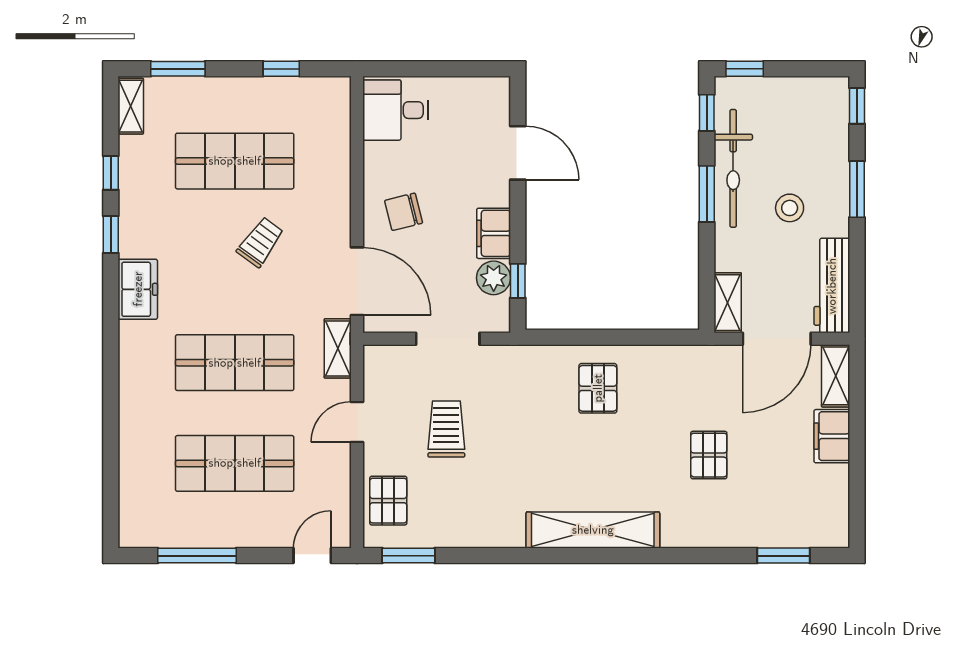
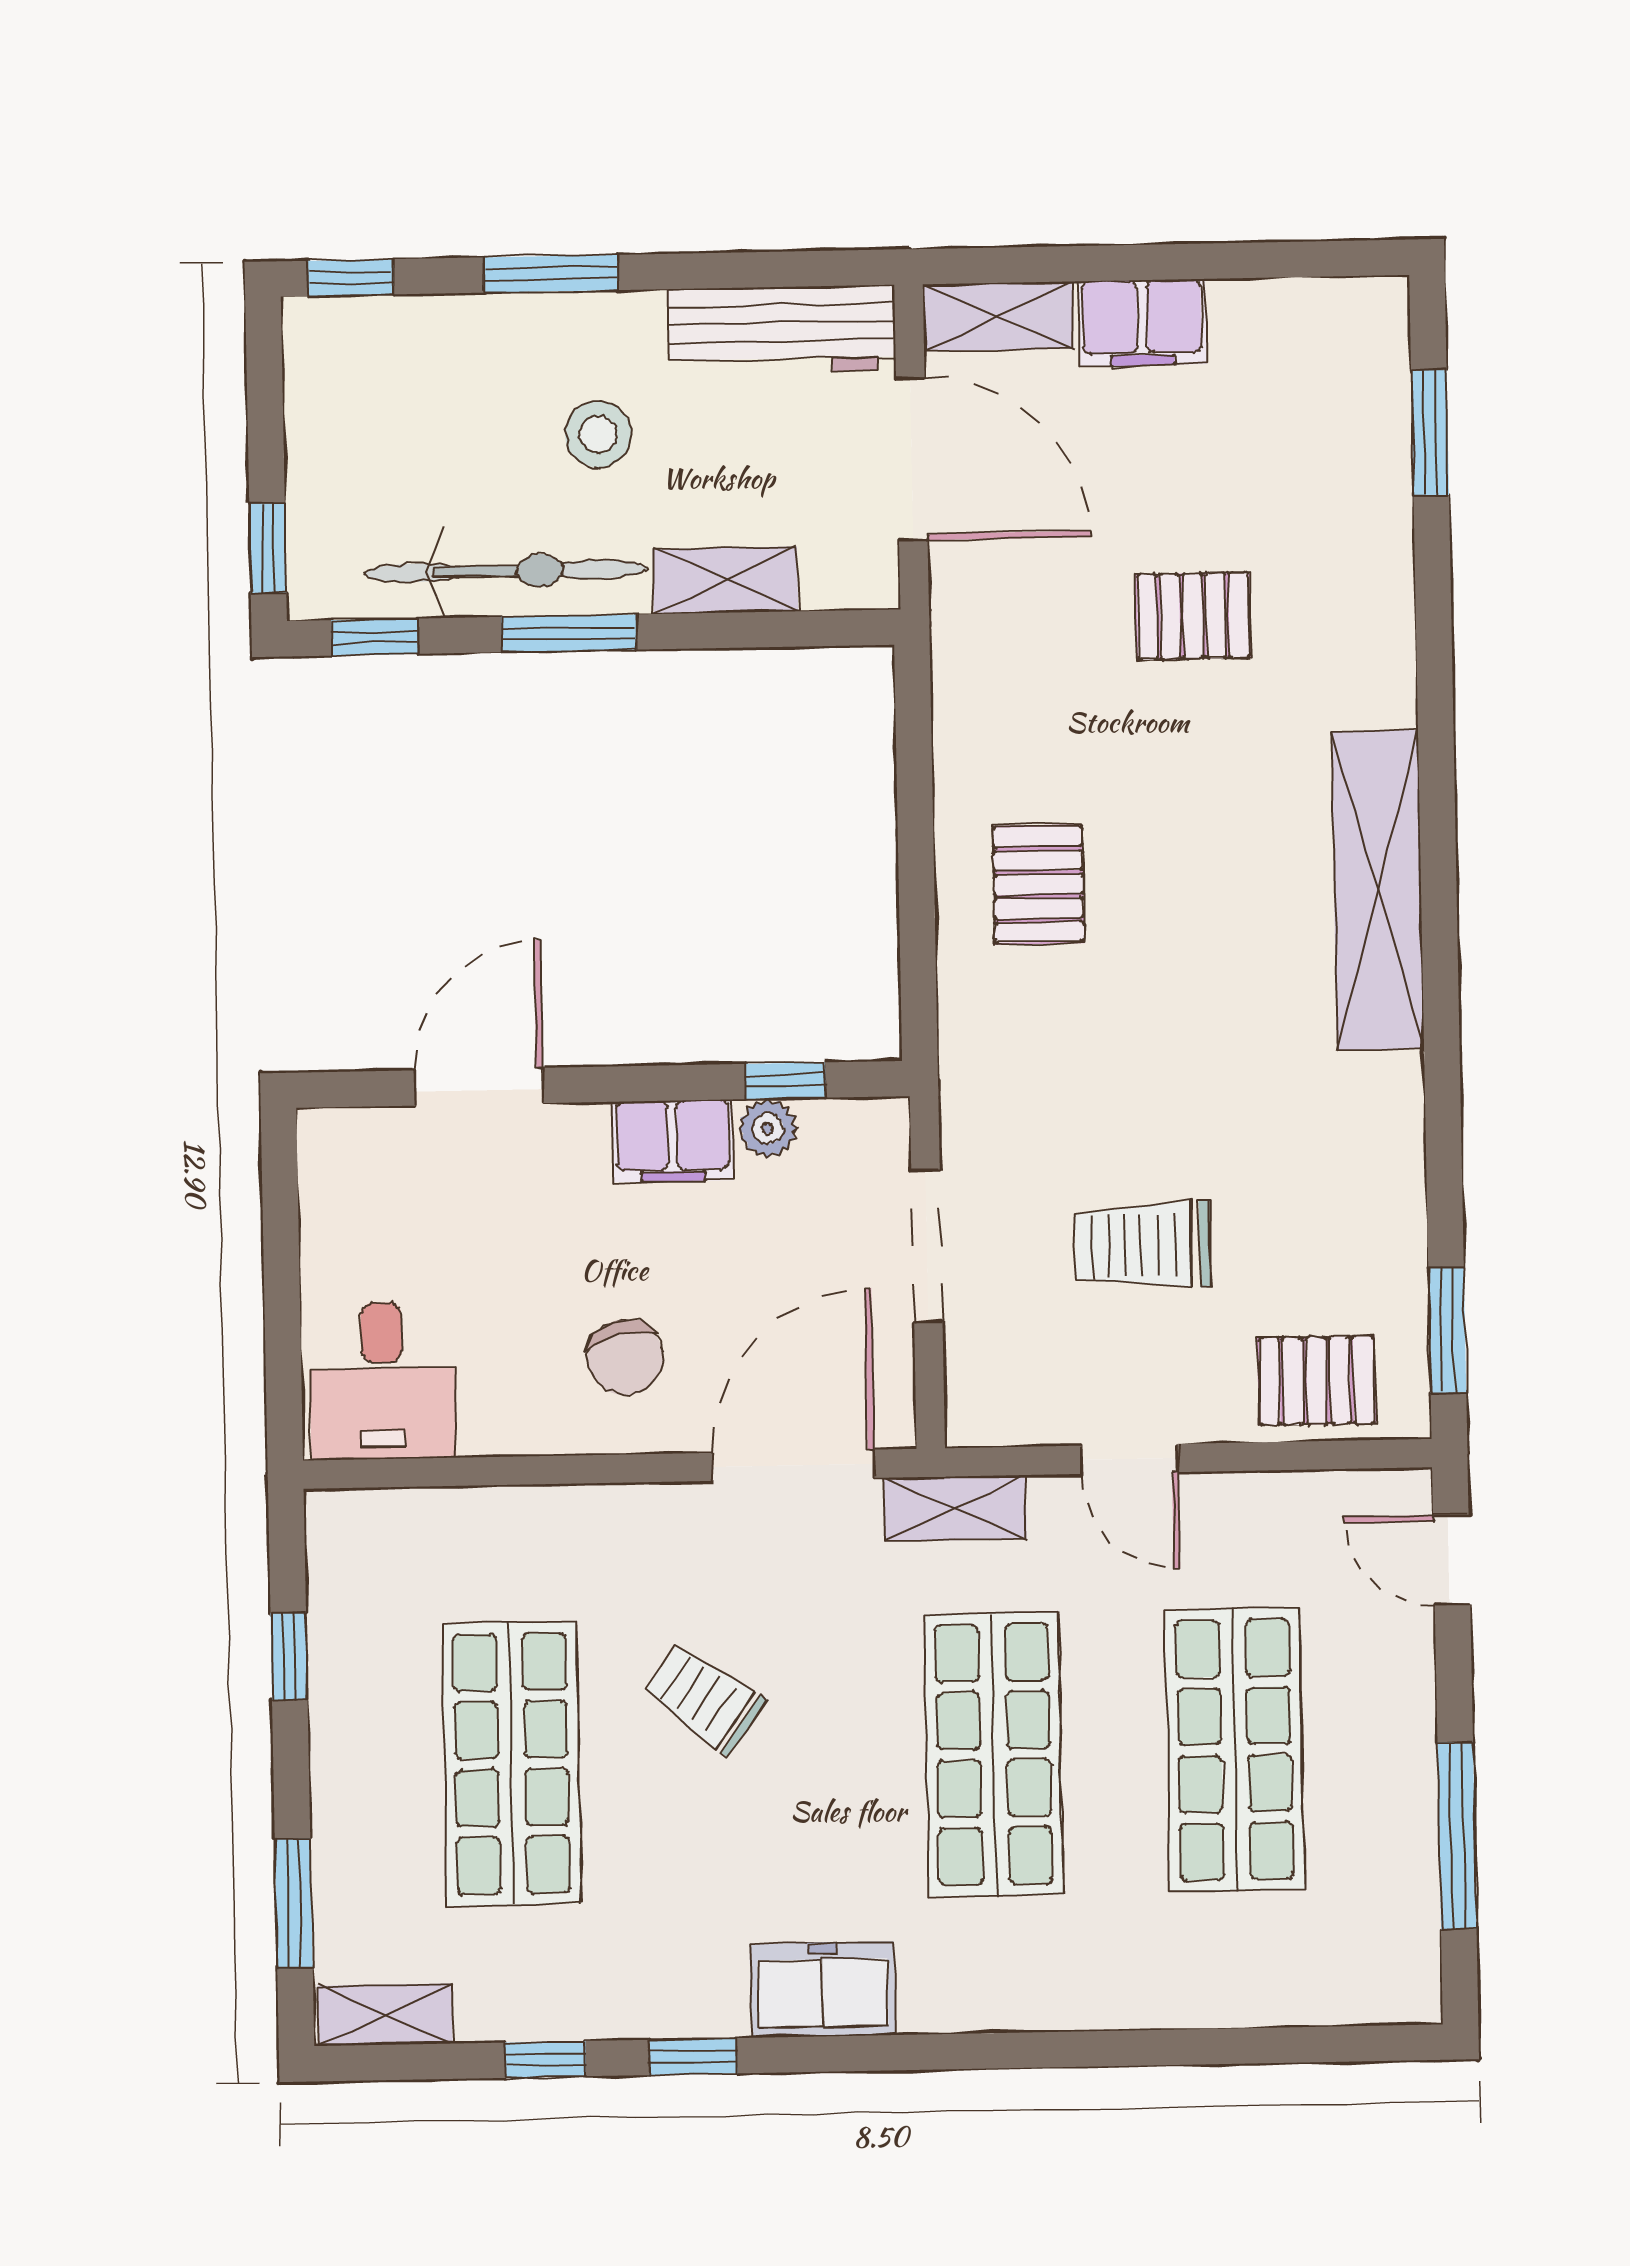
plant: (494, 278) -> (768, 1128), width x0.73, depth x0.73
shelving: (728, 303) -> (725, 580), moved
pallet: (598, 388) -> (1038, 884), turned 90

